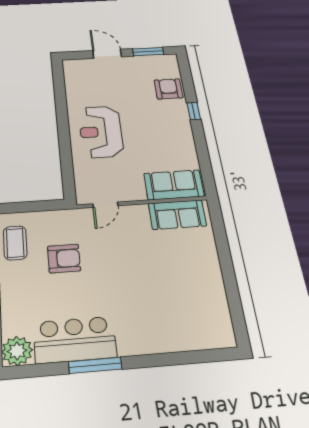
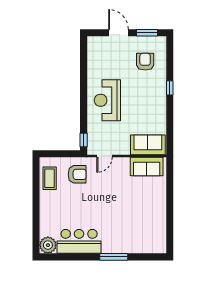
armchair: (168, 89) -> (145, 62), moved
window: (69, 185) -> (84, 140), added
armchair: (64, 258) -> (77, 174), moved
window: (95, 365) -> (114, 257), moved

